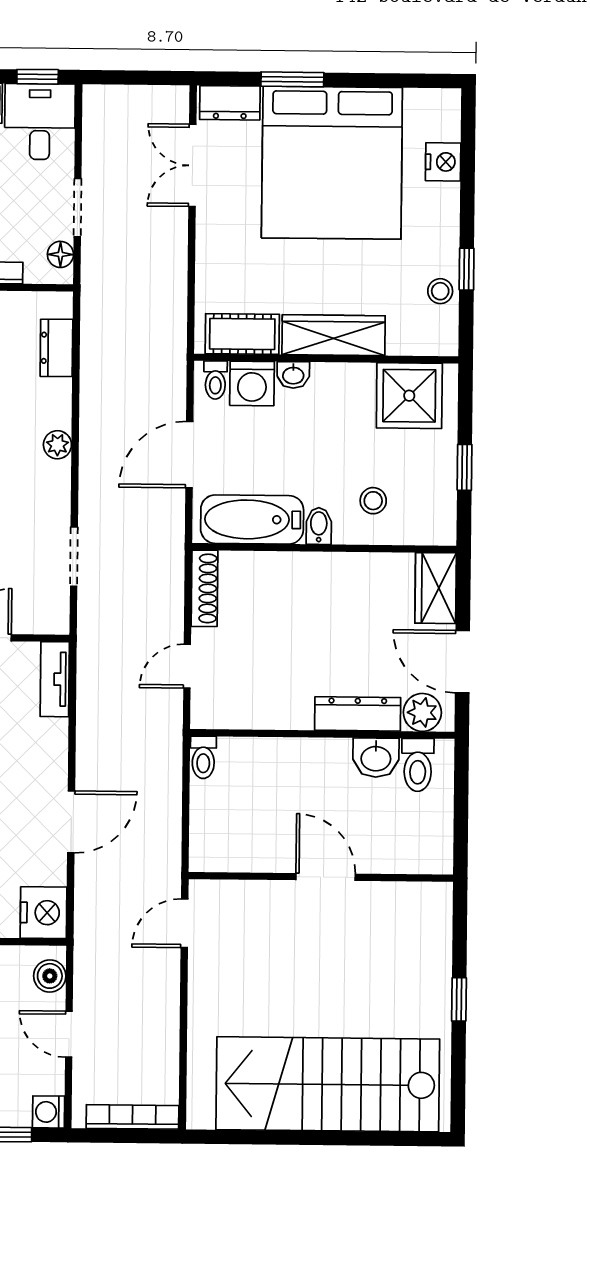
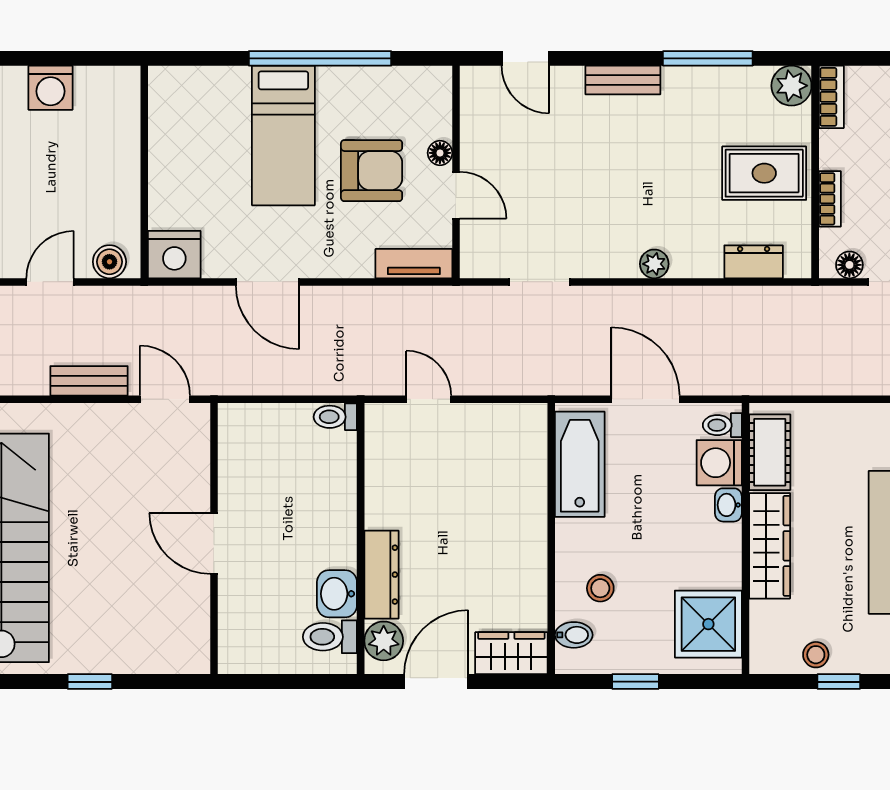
bidet: (319, 526) -> (574, 635), moved
shoe rack: (204, 588) -> (509, 416), removed
door: (326, 877) -> (214, 543), swing flipped
bench: (166, 997) -> (89, 381), added

